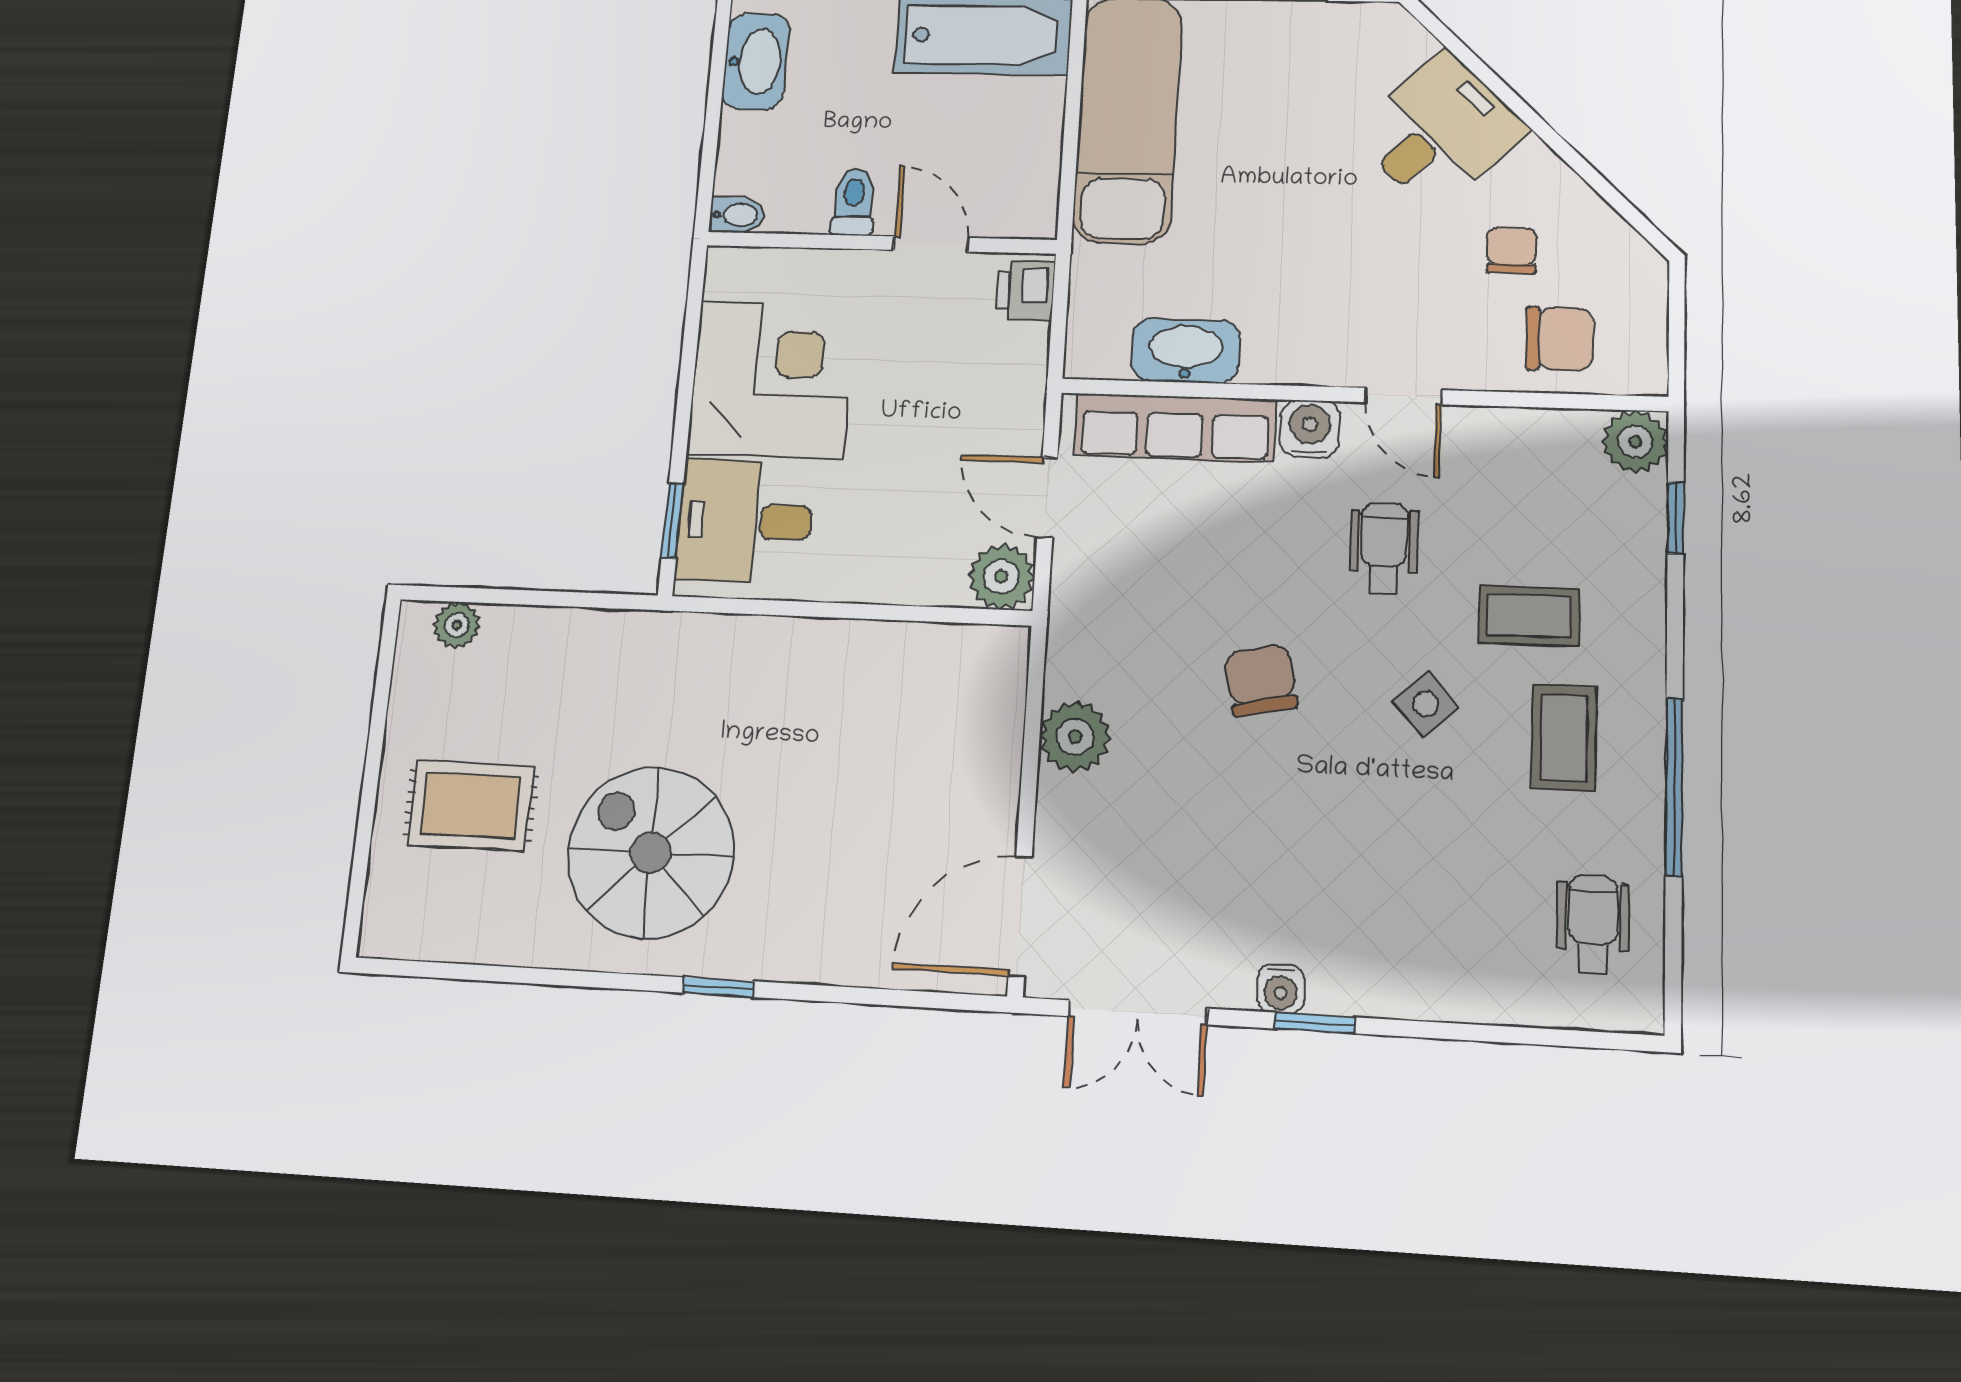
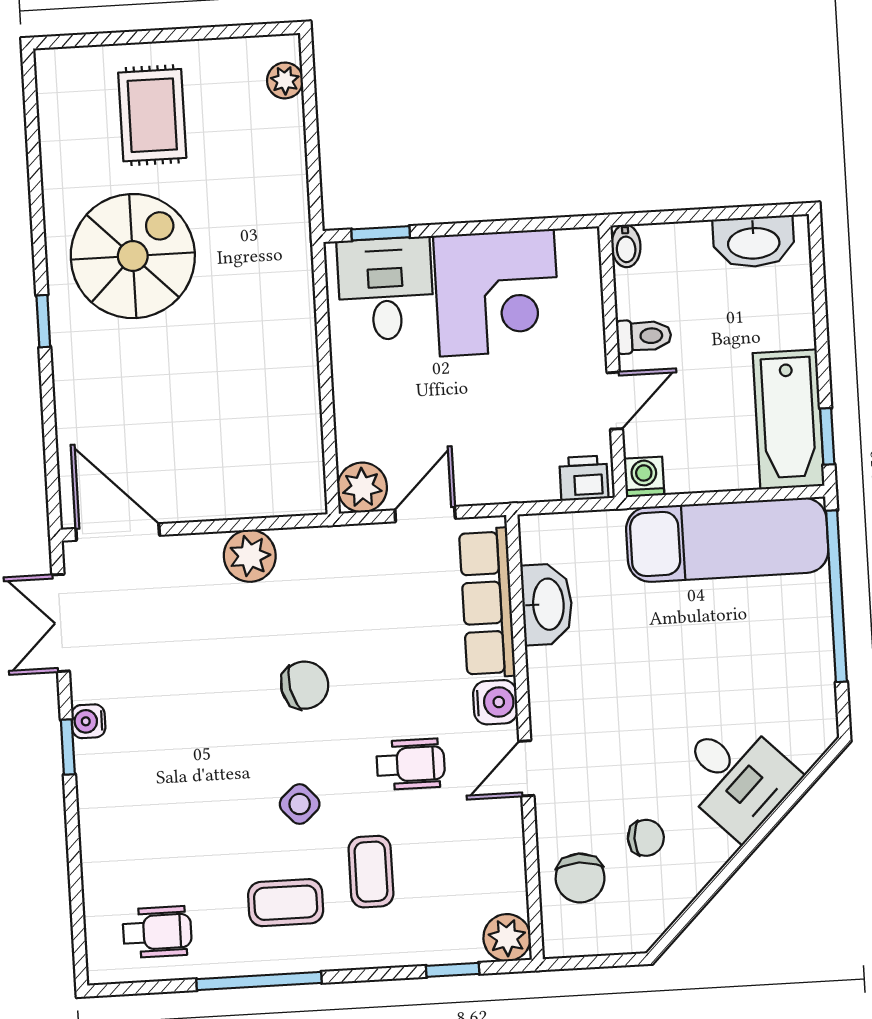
washing machine: (1034, 216) -> (644, 477), added

